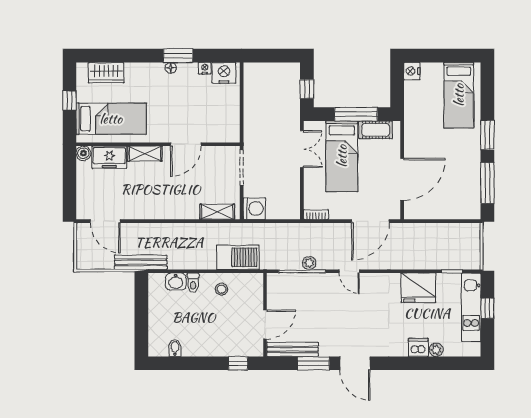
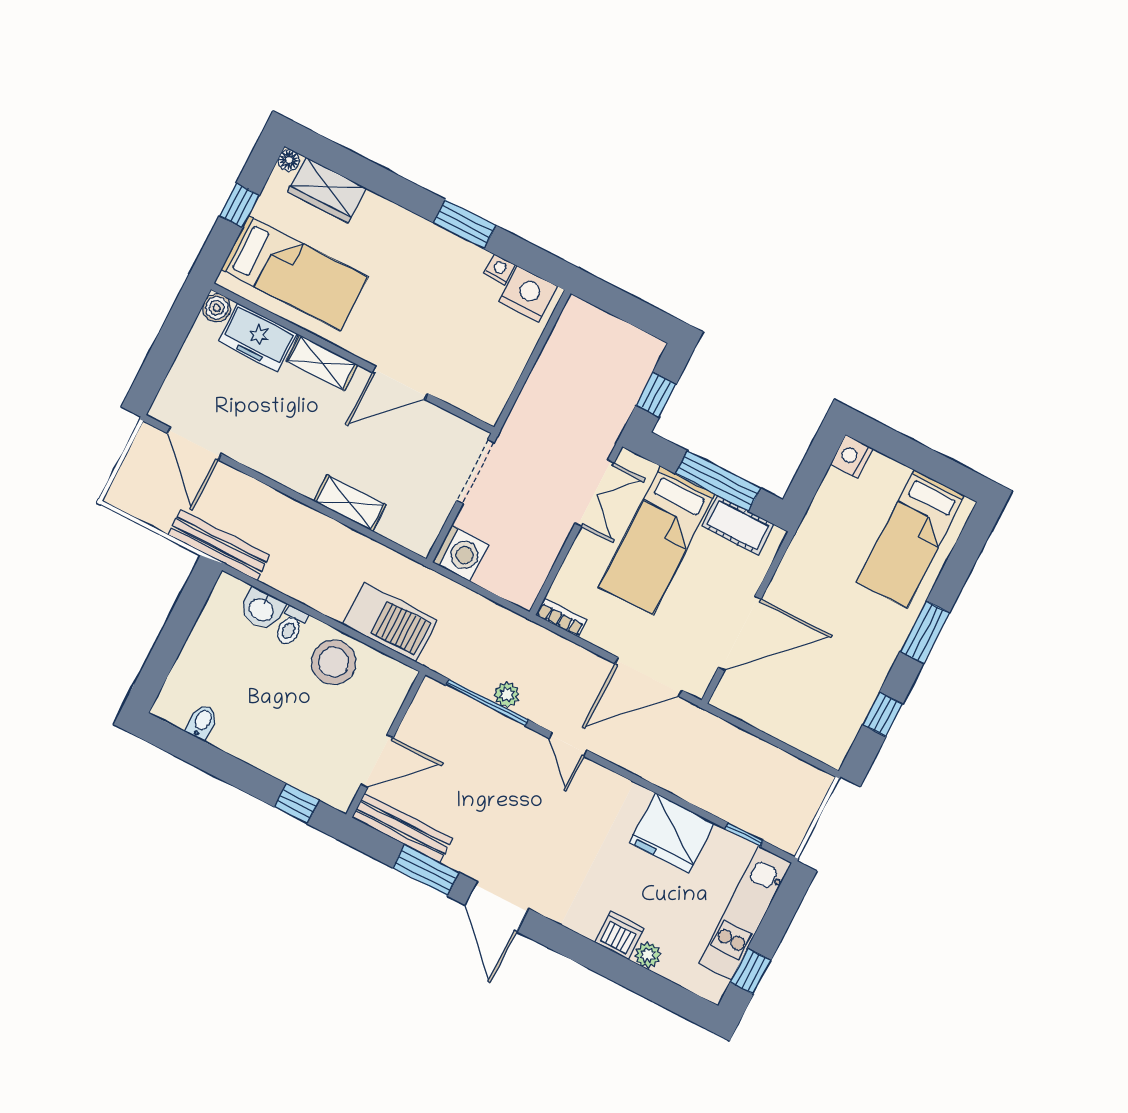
floor lamp: (171, 68) -> (289, 160), moved
window: (487, 183) -> (883, 714), width x0.46
shelving: (217, 212) -> (350, 503), moved
stool: (221, 289) -> (334, 662), width x1.89, depth x1.89
window: (487, 308) -> (751, 971), moved

